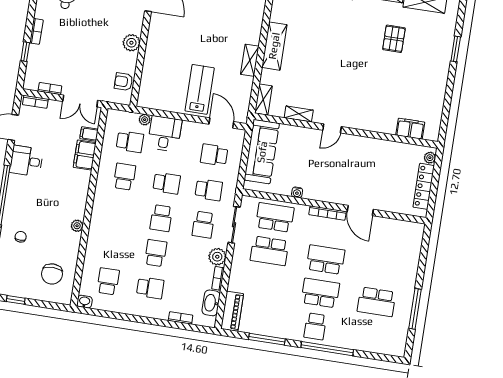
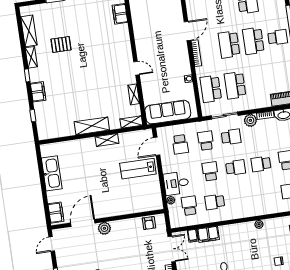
plant: (131, 43) -> (104, 228), moved
school desk: (270, 251) -> (235, 85), turned 180

